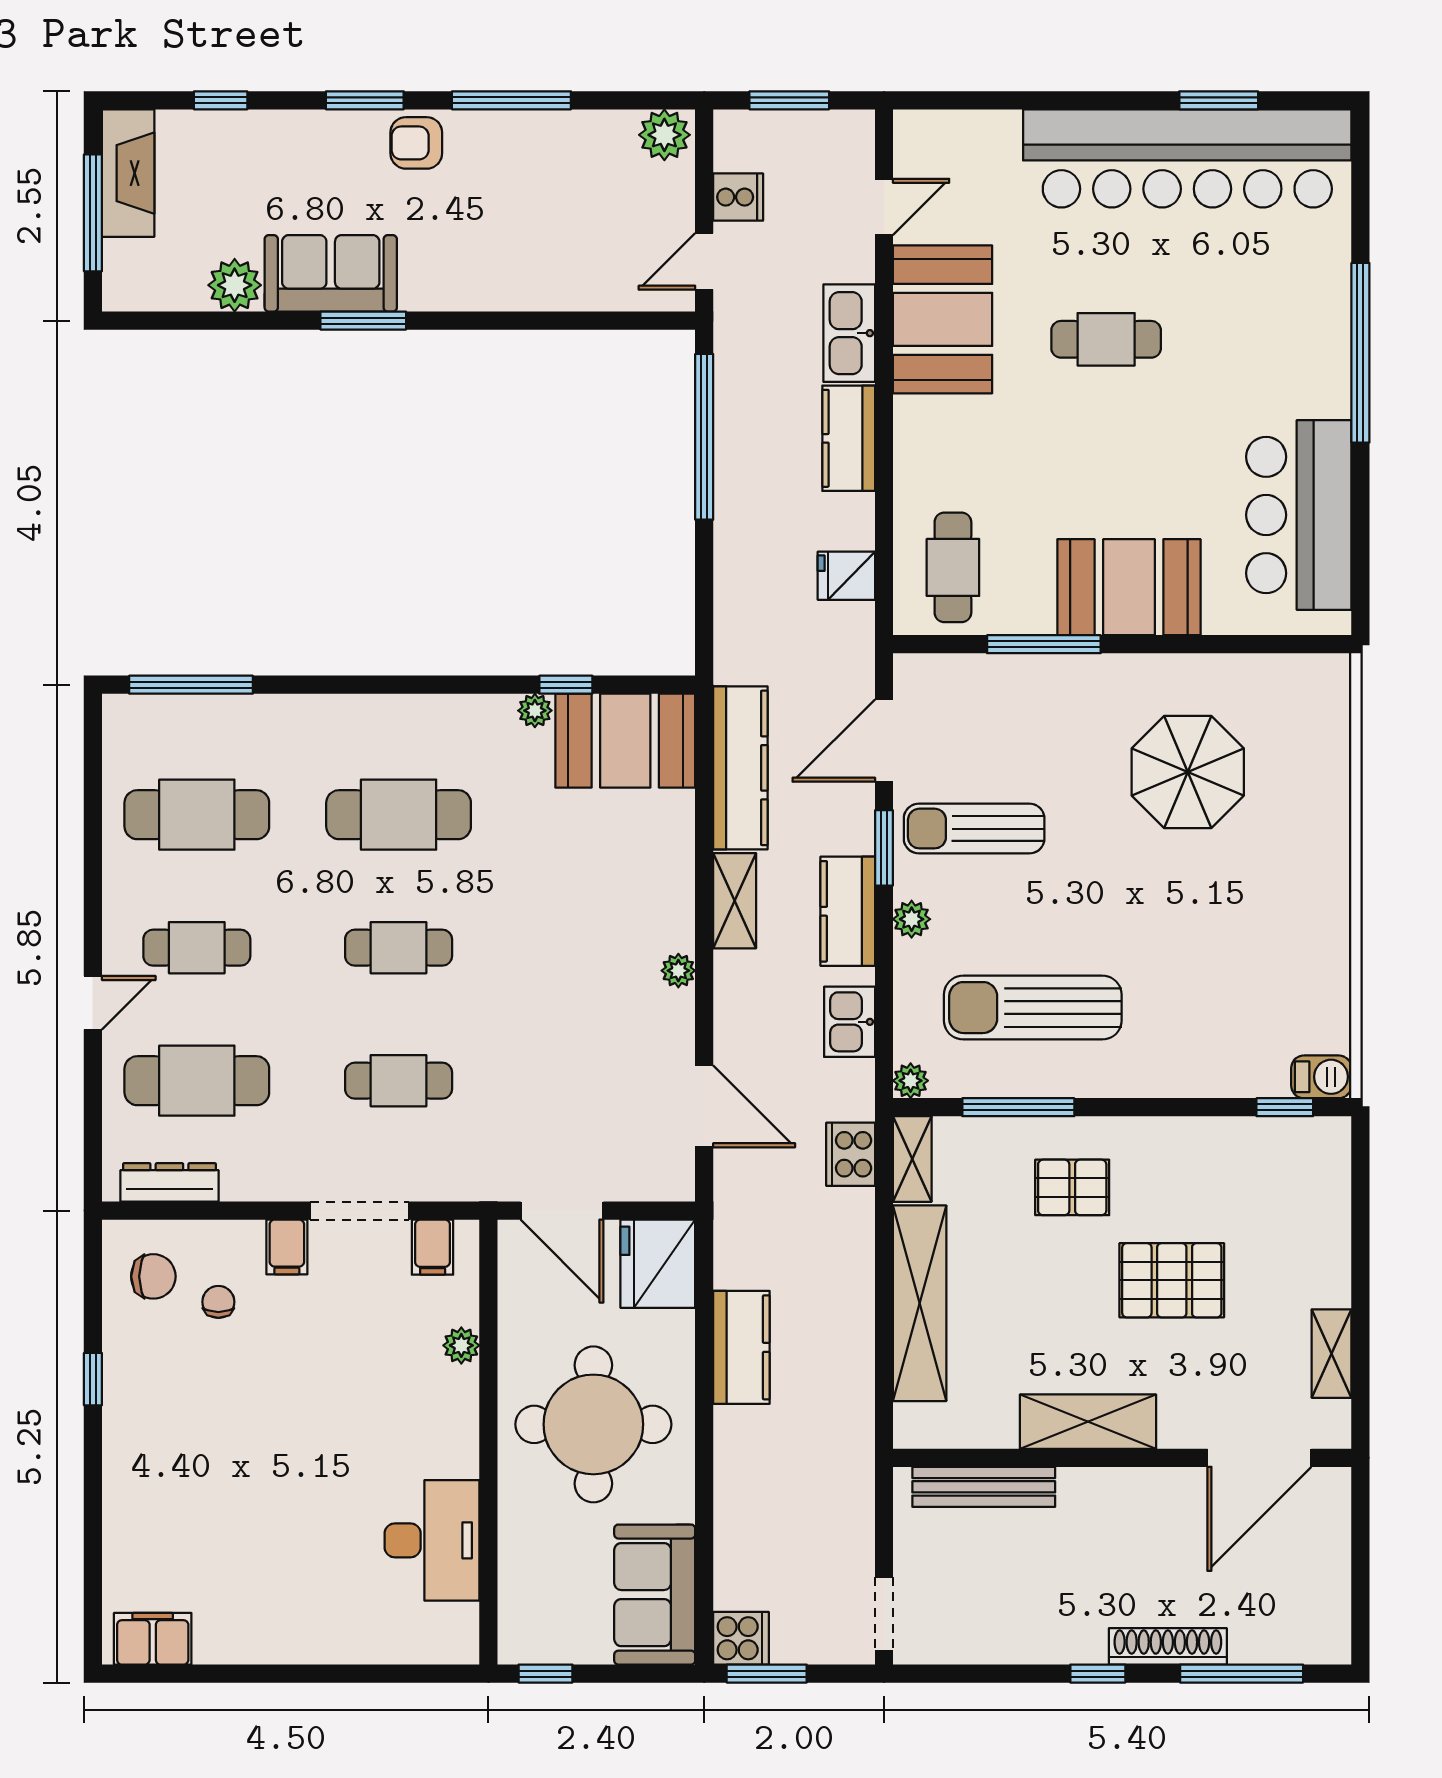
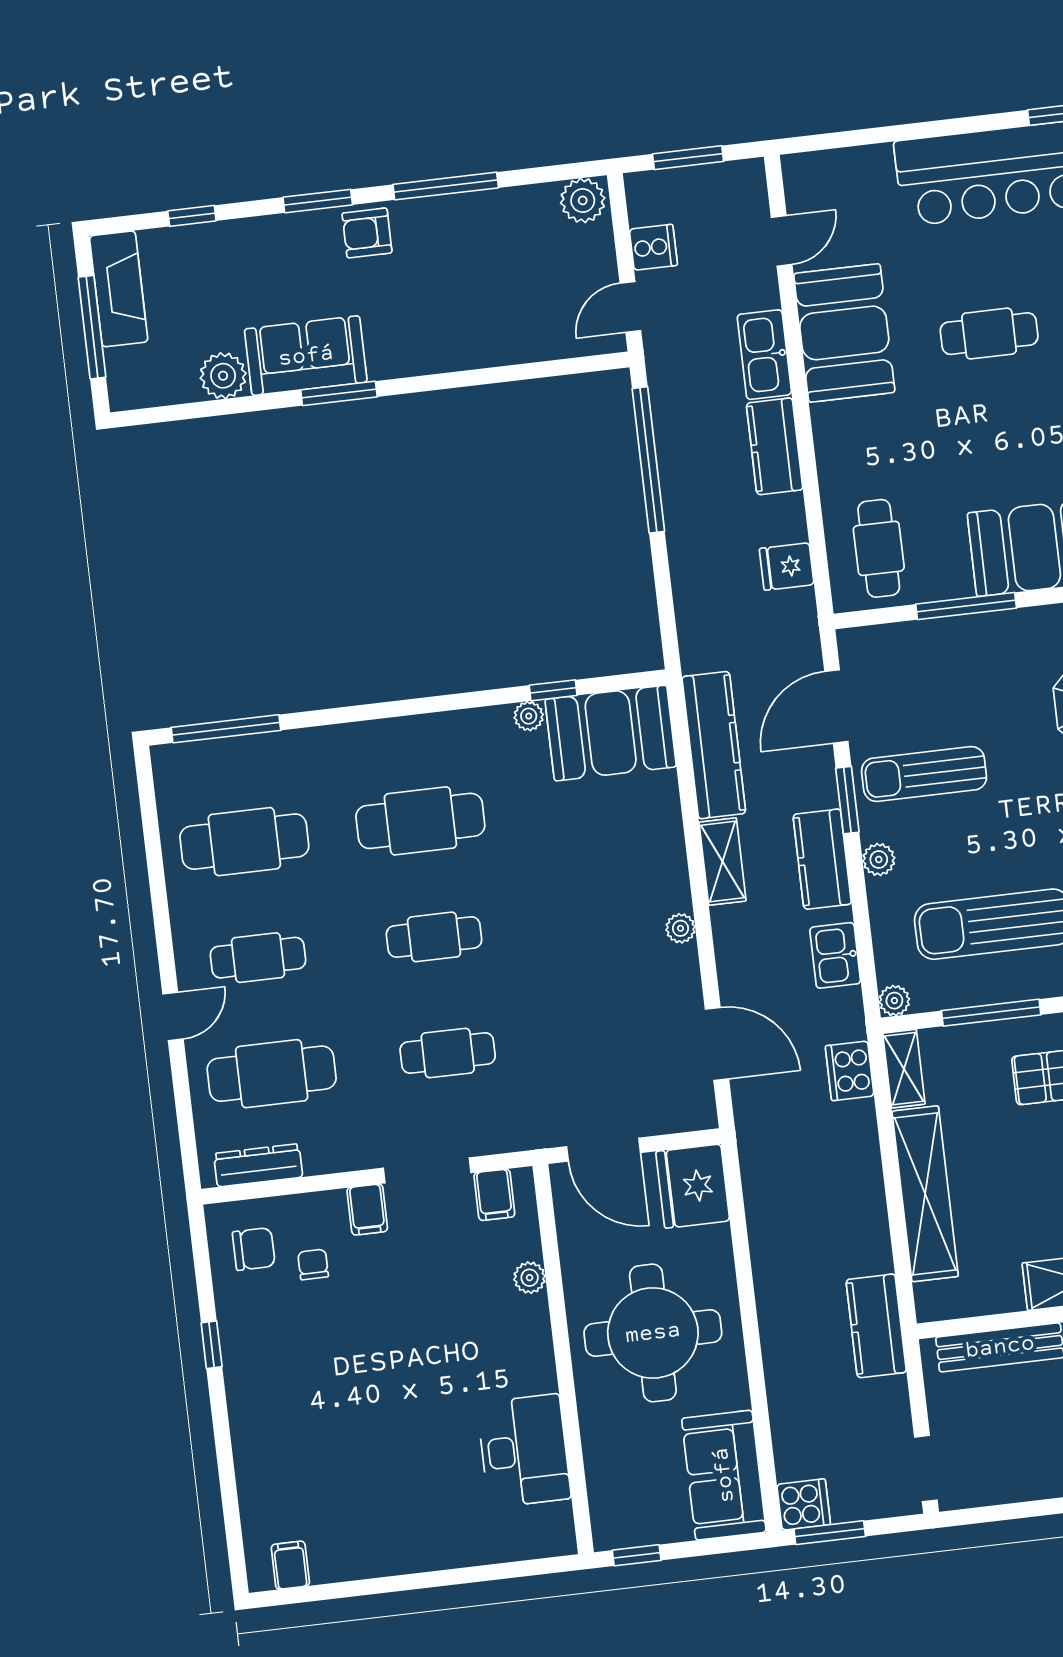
kitchen counter: (741, 1347) -> (876, 1326), moved, turned 180
filing cabinet: (153, 1639) -> (290, 1565), width x0.50

